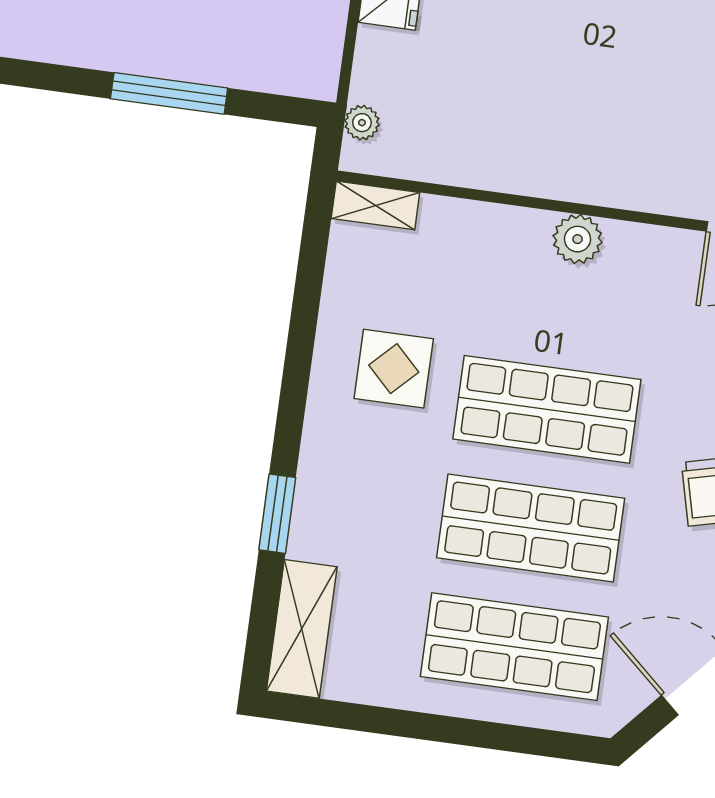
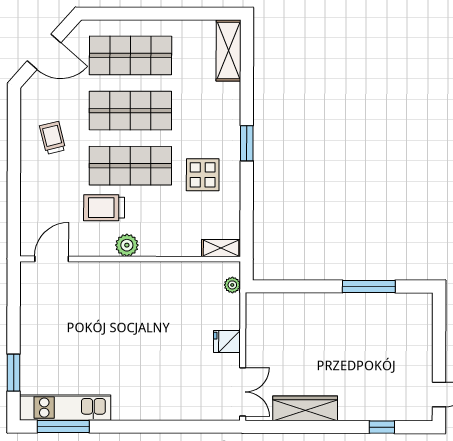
window: (169, 93) -> (369, 286), moved
trolley: (616, 326) -> (104, 208), added
window: (277, 514) -> (247, 143), moved

